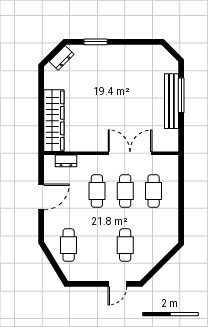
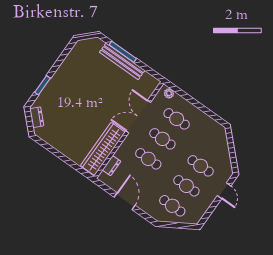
wardrobe: (54, 121) -> (103, 149), moved, turned -90
plant: (173, 167) -> (169, 93), added
cafe table: (97, 245) -> (186, 186), added

